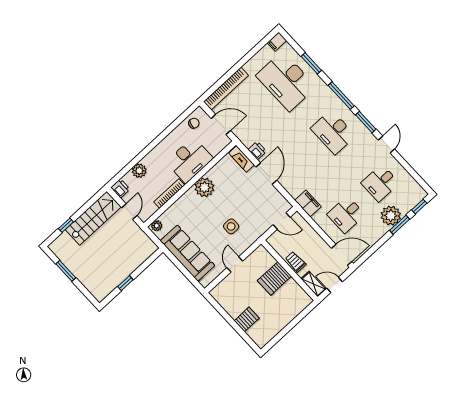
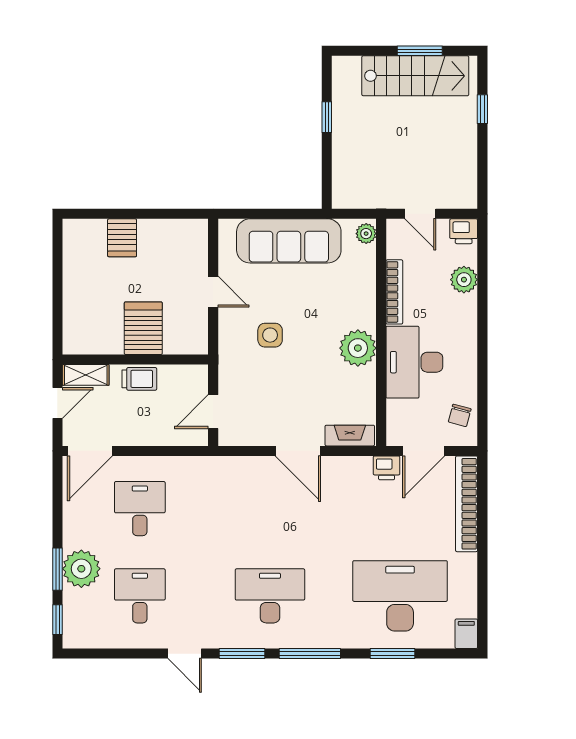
printer: (257, 150) -> (387, 468), moved
filing cabinet: (308, 203) -> (204, 470), removed
stairs: (93, 218) -> (415, 76), moved, turned -90

